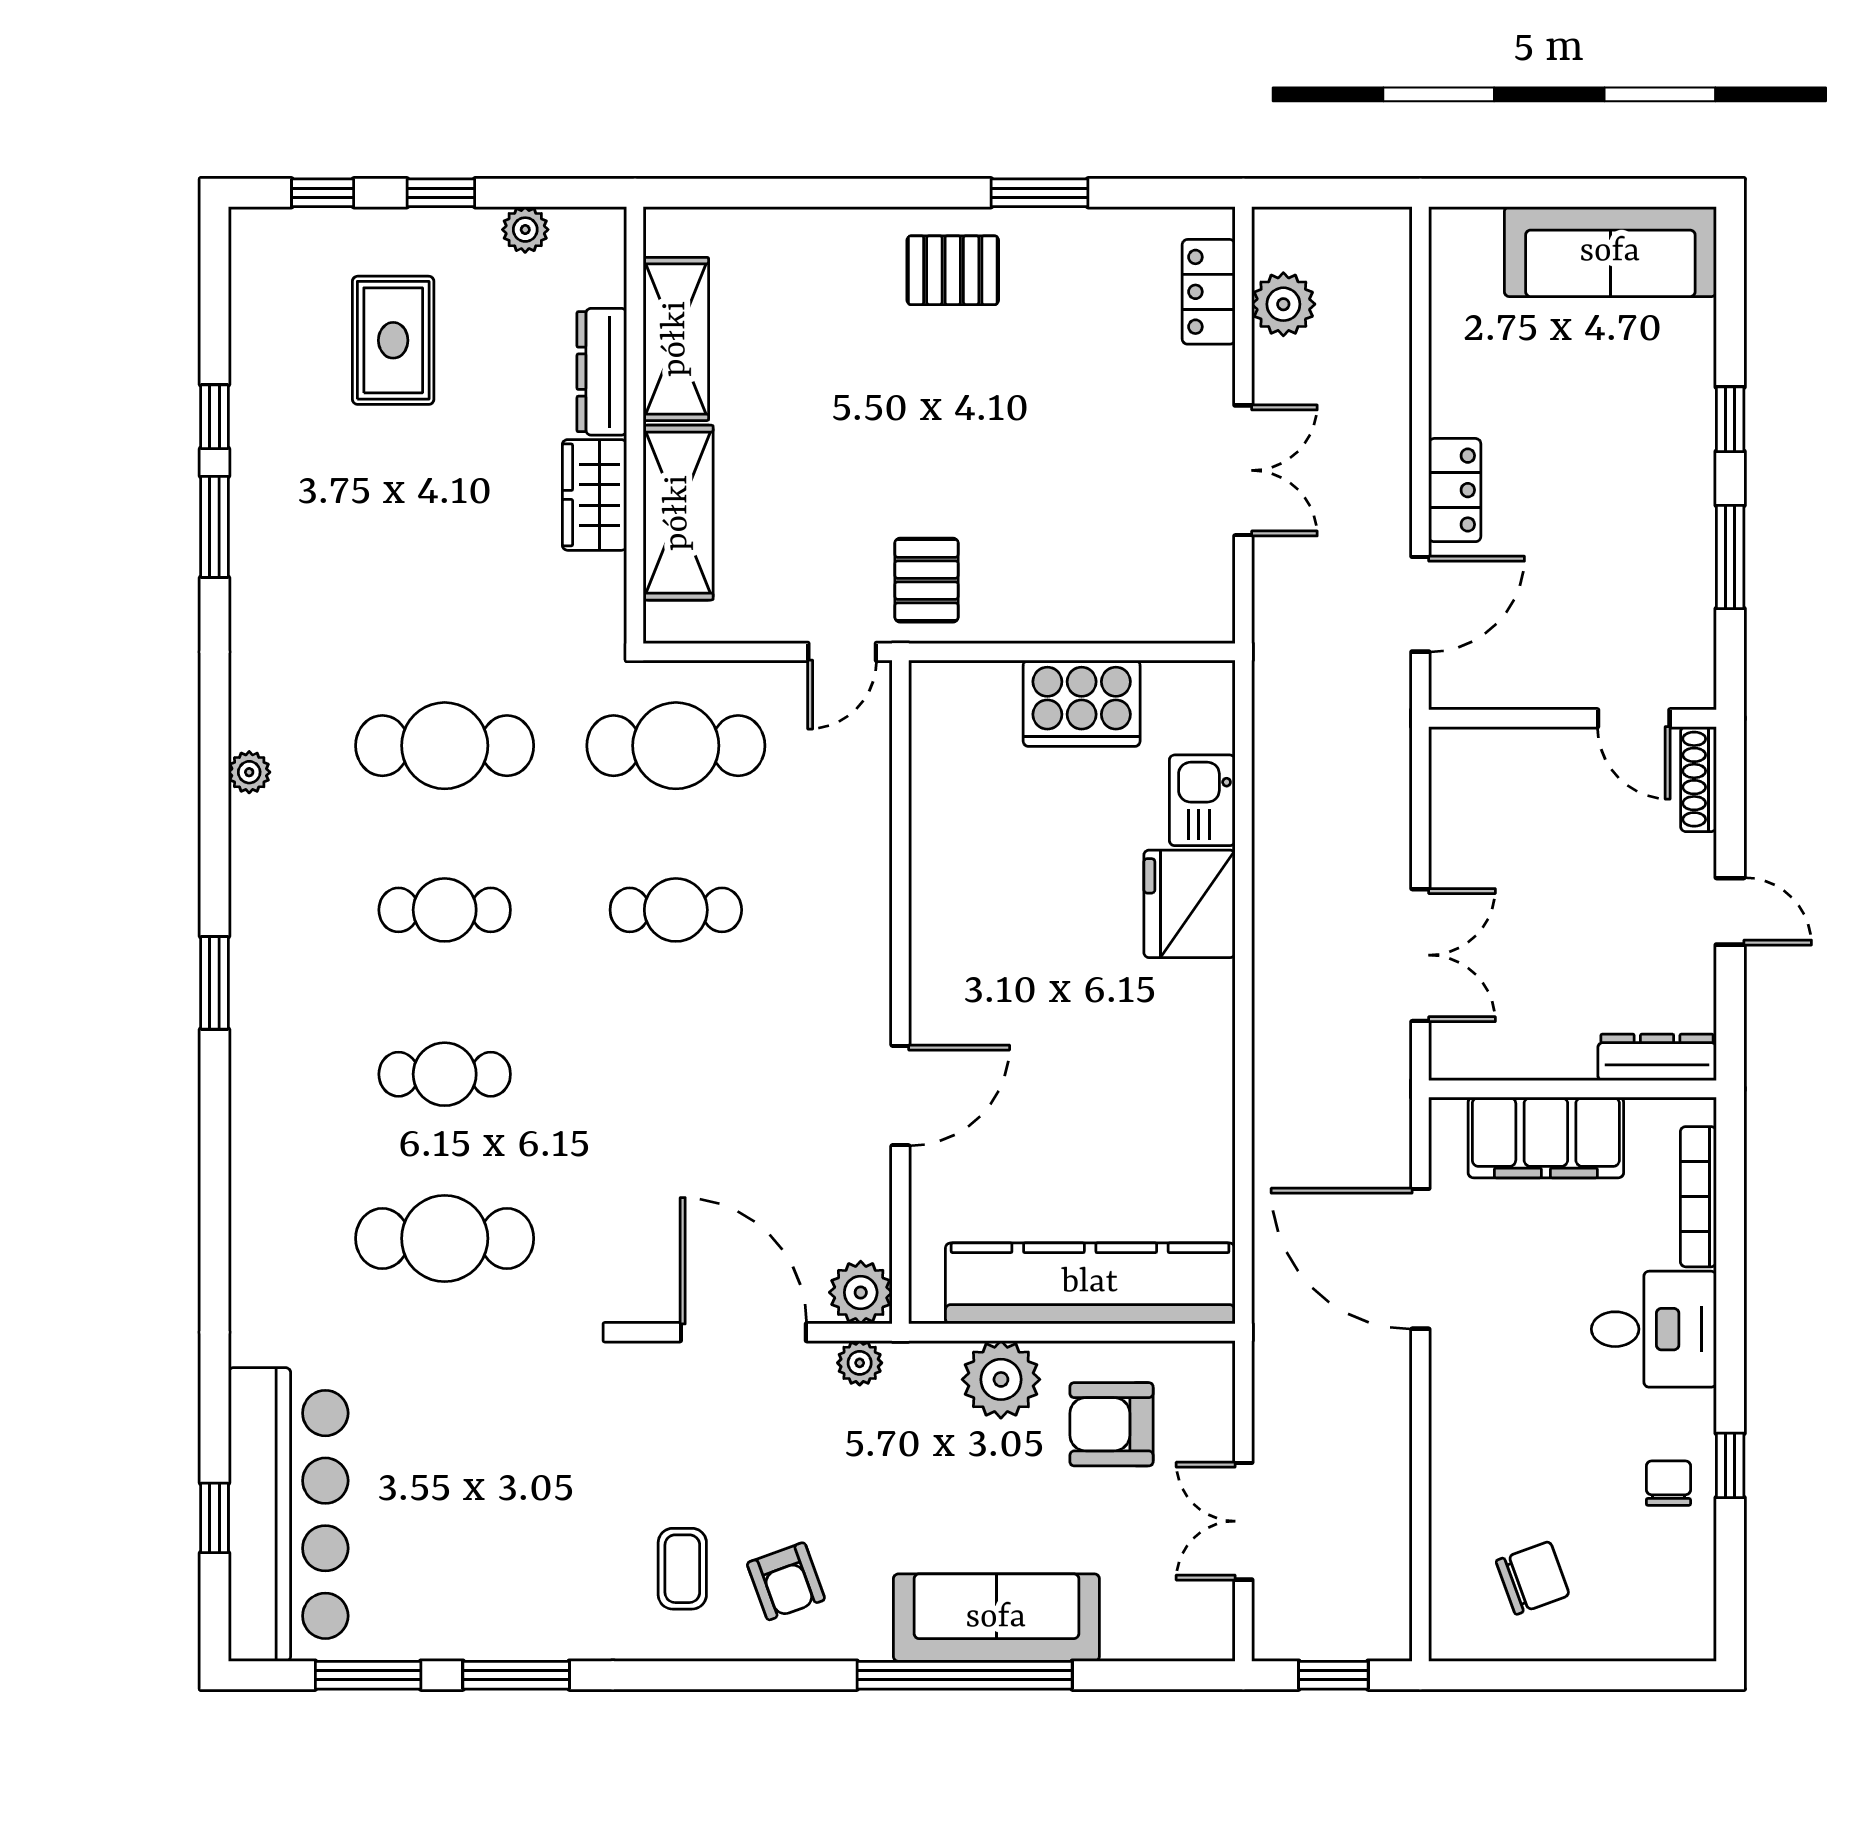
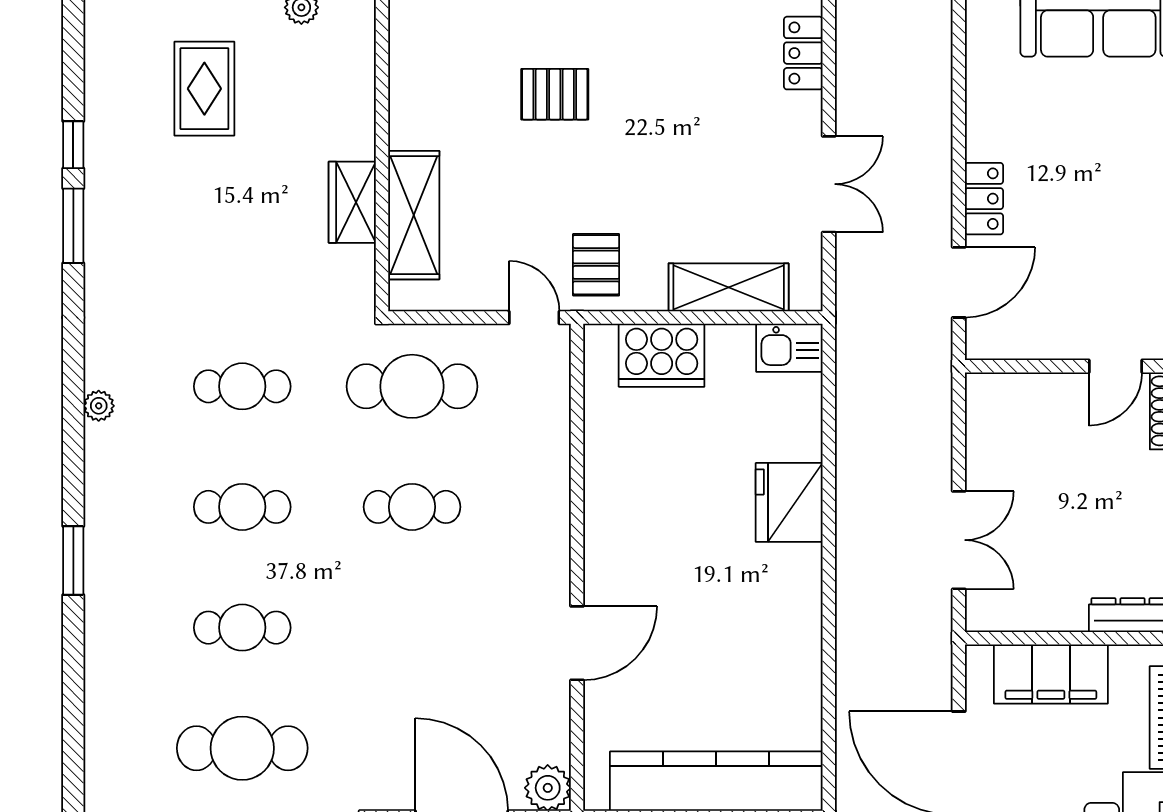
pallet: (953, 270) -> (555, 94), moved
plant: (1283, 304) -> (858, 62), removed
shelving: (676, 339) -> (729, 287), moved, turned 90
dresser: (602, 372) -> (358, 112), removed
door: (842, 652) -> (534, 317), swing flipped
cooker: (1082, 703) -> (662, 355), moved
door: (1634, 718) -> (1115, 366), hinge flipped
cafe table: (445, 746) -> (242, 386), width x0.73, depth x0.74
kitchen sink: (1202, 800) -> (789, 348), moved, turned -90

